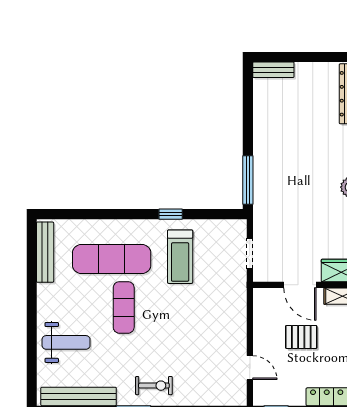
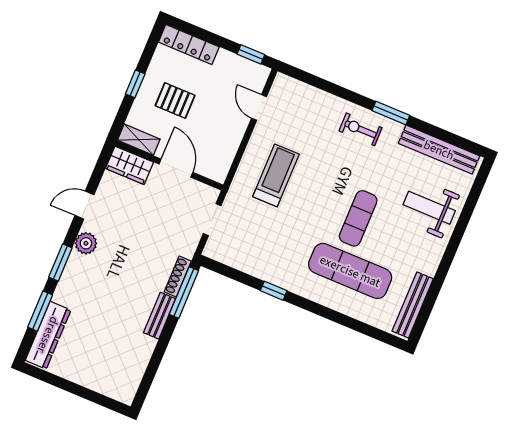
bench: (273, 70) -> (160, 316), moved, turned 90
shoe rack: (259, 192) -> (178, 276), added
treadmill: (180, 257) -> (276, 175), moved
pallet: (301, 337) -> (175, 101), moved

